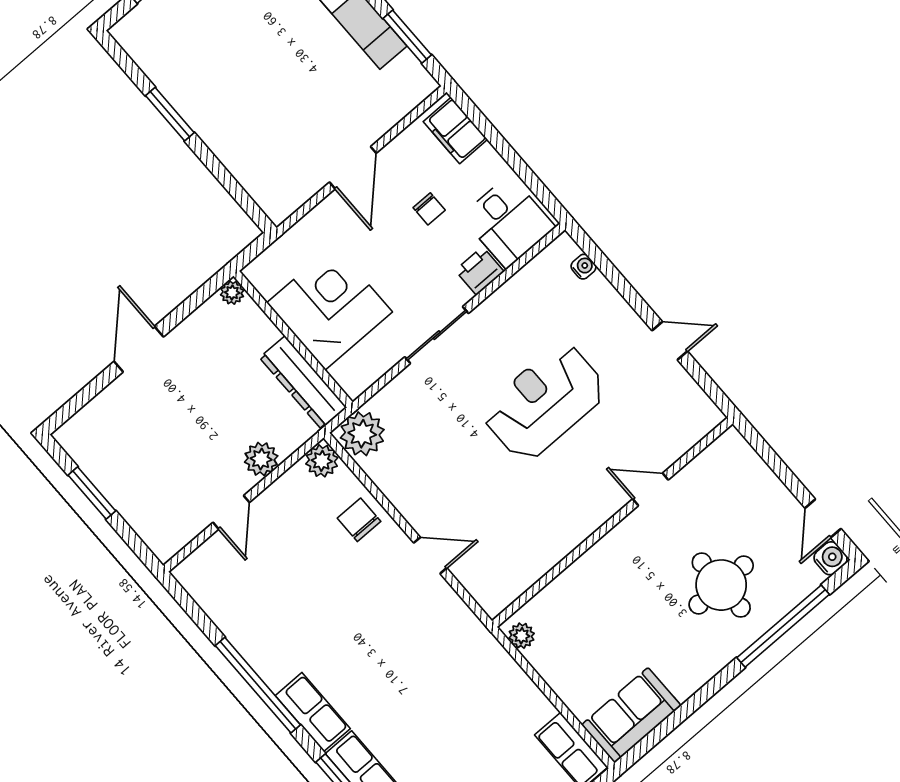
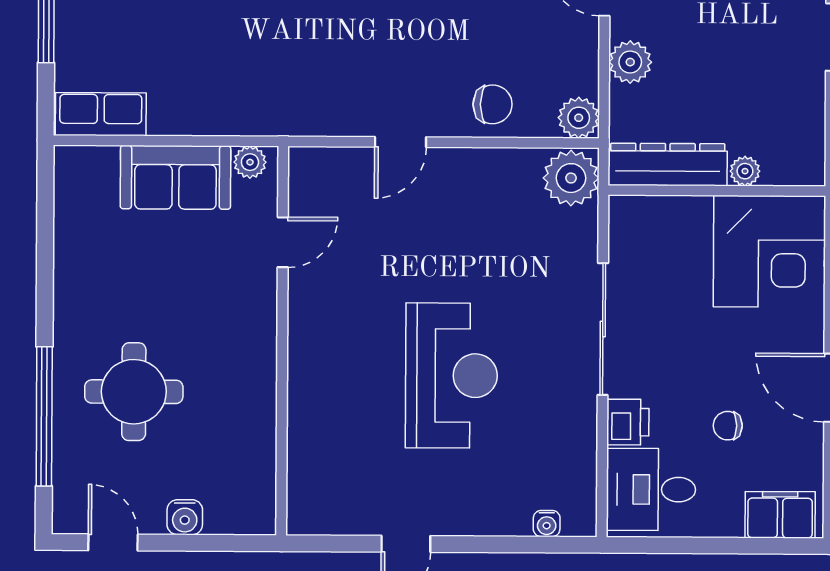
plant: (232, 293) -> (745, 171), moved
corner desk: (330, 307) -> (769, 251), moved
sliding door: (437, 335) -> (603, 329), width x1.37
door: (650, 489) -> (283, 242), moved
water cooler: (831, 558) -> (185, 517), moved
sofa: (631, 715) -> (175, 177), moved, turned 90

